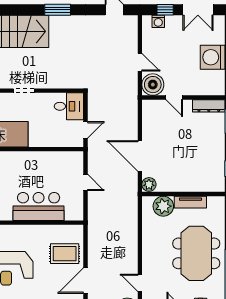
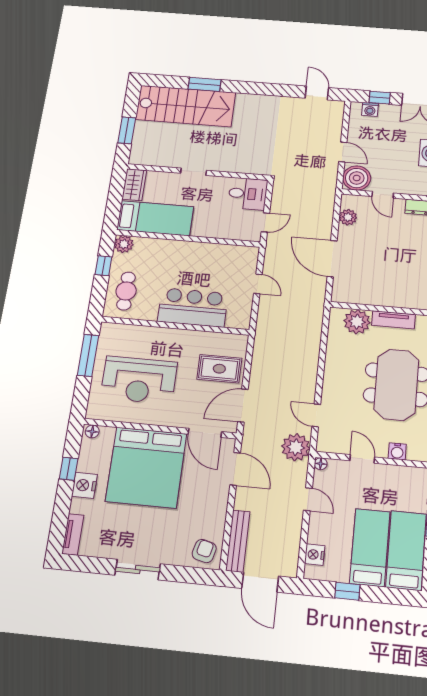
window: (58, 10) -> (205, 84), moved
plant: (149, 184) -> (348, 217), moved

